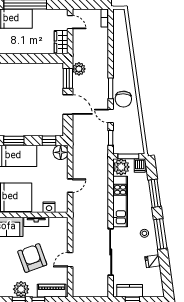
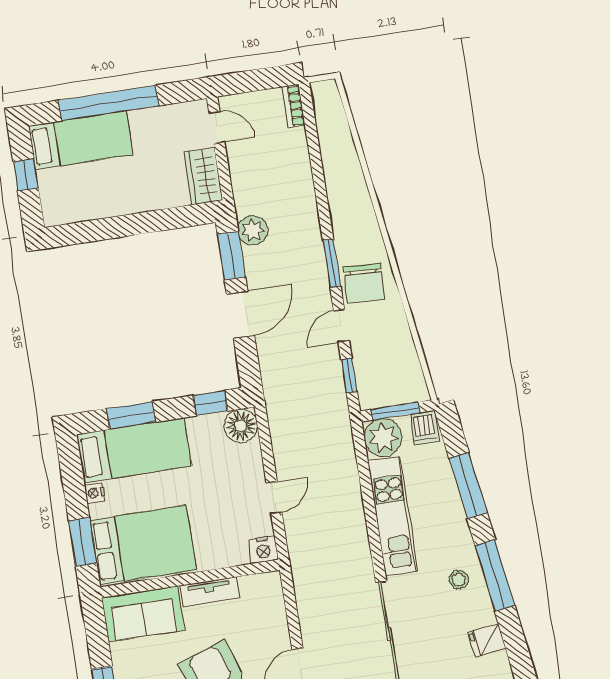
door: (68, 104) -> (241, 315), hinge flipped
door: (111, 116) -> (341, 326), hinge flipped
nightstand: (49, 207) -> (263, 550), moved

